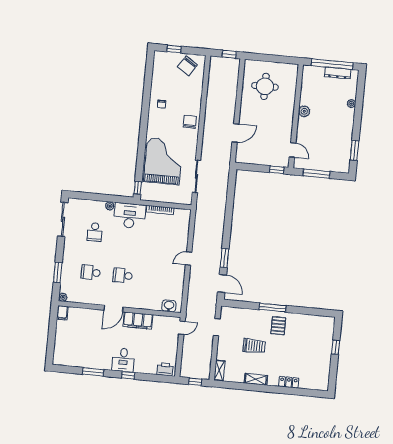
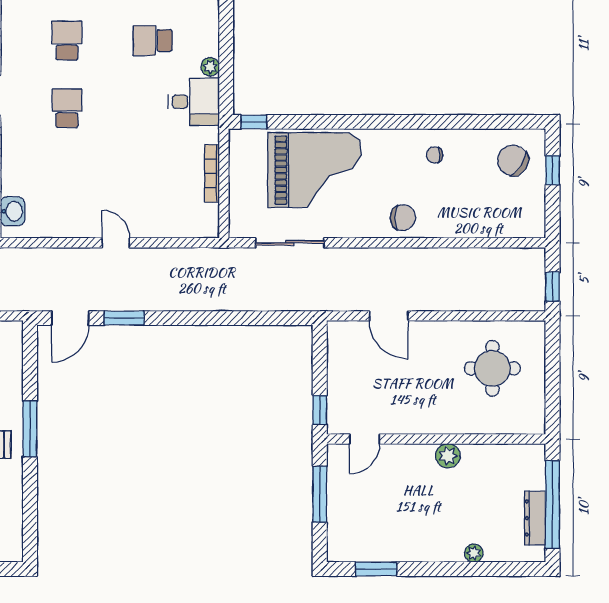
chair: (187, 66) -> (513, 160), moved
desk: (130, 216) -> (194, 102), width x0.73

